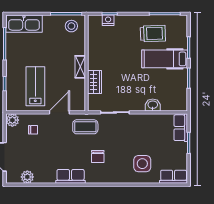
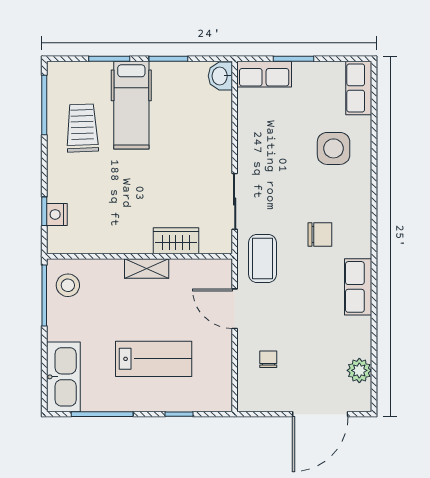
lab bench: (35, 86) -> (154, 359), moved, turned 180
washbasin: (153, 105) -> (220, 76), moved
plant: (12, 120) -> (249, 399), removed

